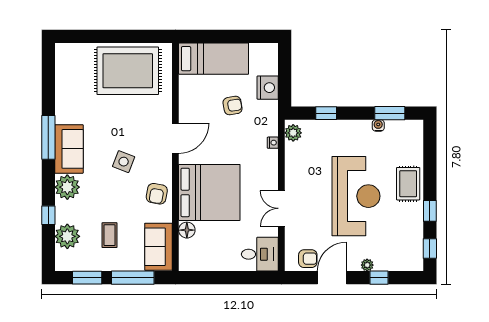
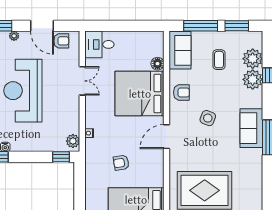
nightstand: (268, 88) -> (93, 177), removed
window: (326, 113) -> (61, 157), moved
plant: (67, 187) -> (253, 79), moved
armchair: (157, 194) -> (181, 93), turned 80
armchair: (308, 259) -> (61, 41), turned 180
door: (332, 278) -> (42, 26), hinge flipped

